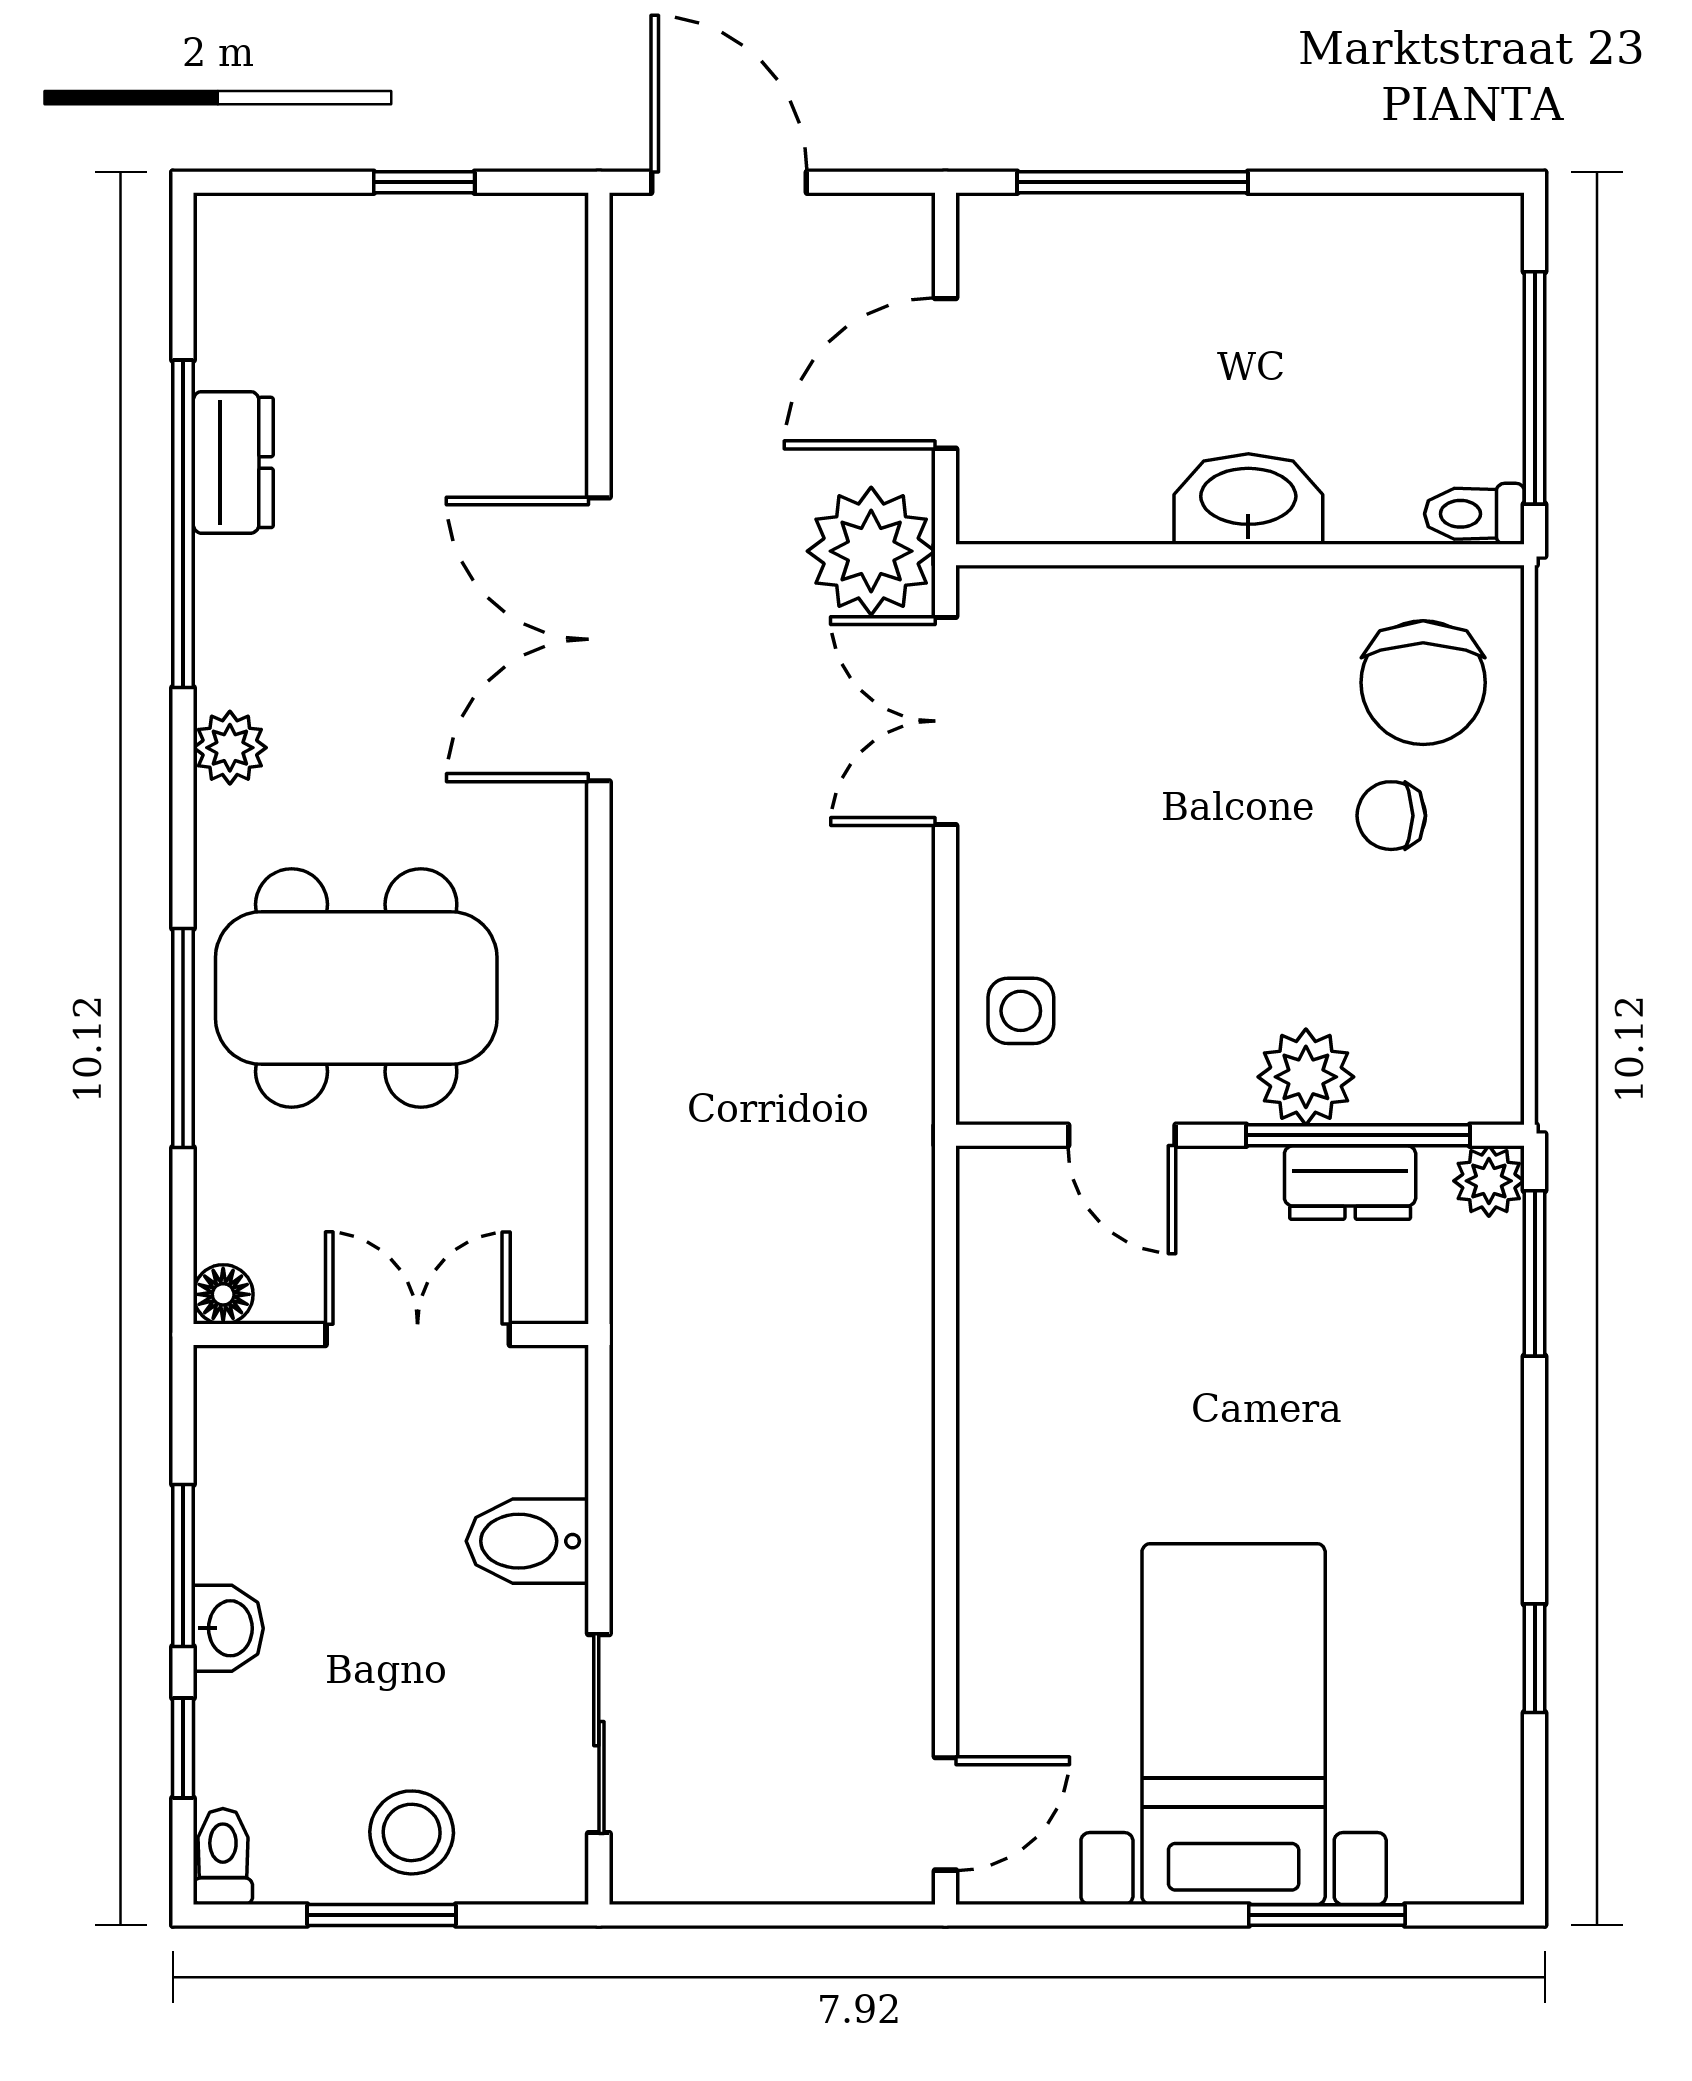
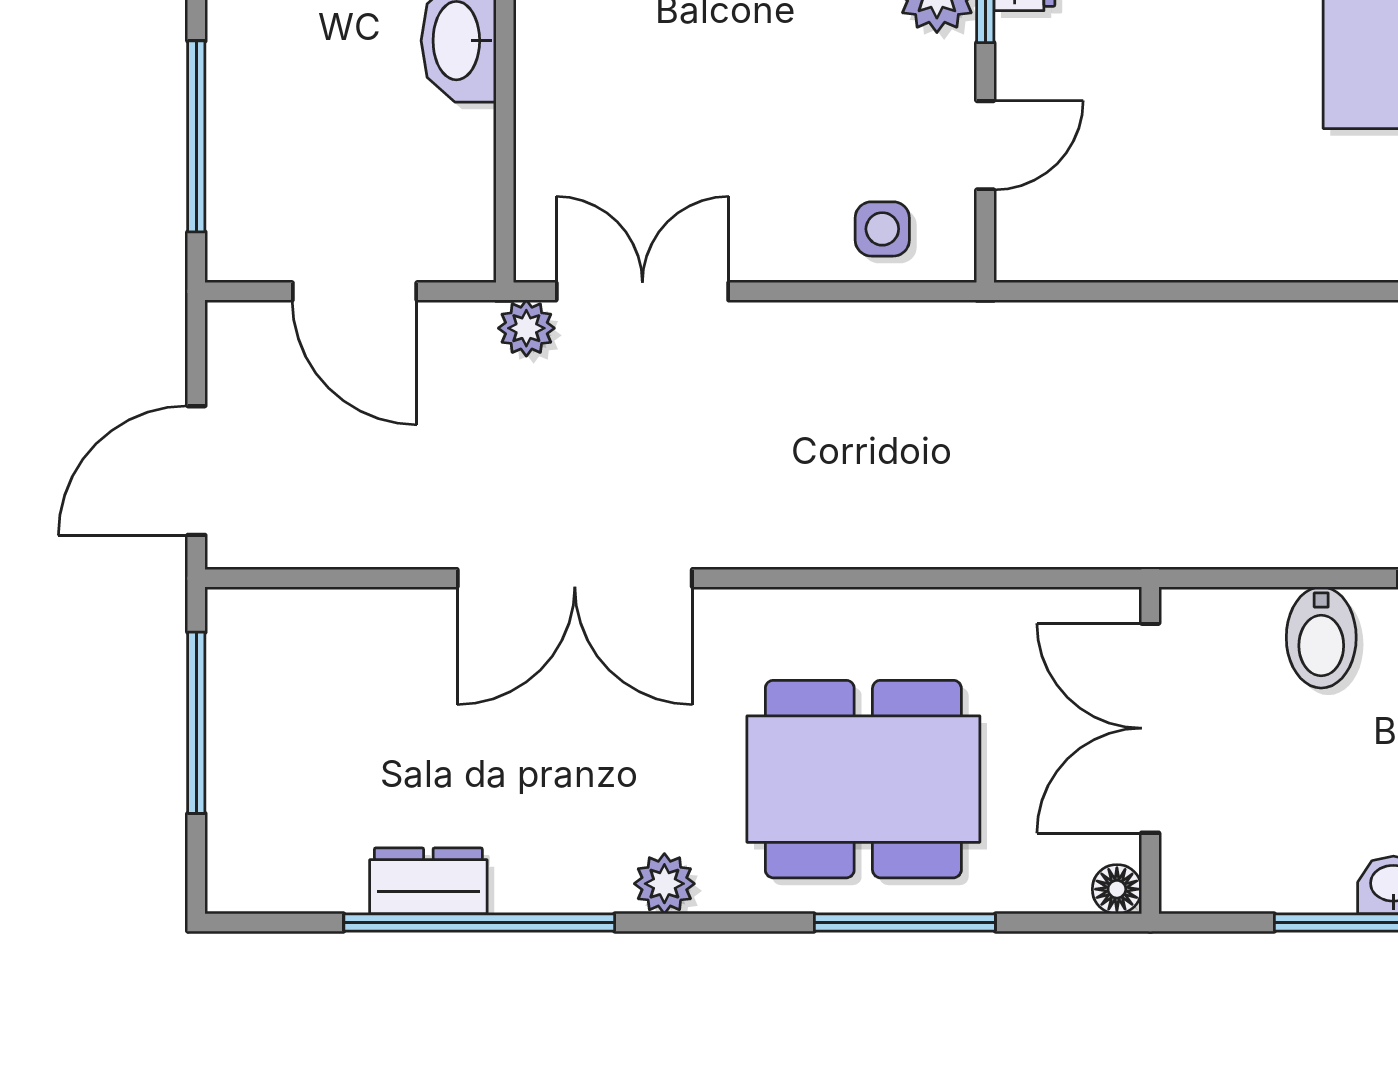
window: (424, 182) -> (196, 723), width x2.17
plant: (871, 551) -> (526, 328), width x0.53, depth x0.53
double door: (945, 721) -> (642, 291), swing flipped
dining table: (356, 988) -> (863, 779), turned 90
double door: (418, 1335) -> (1150, 728), width x1.37

